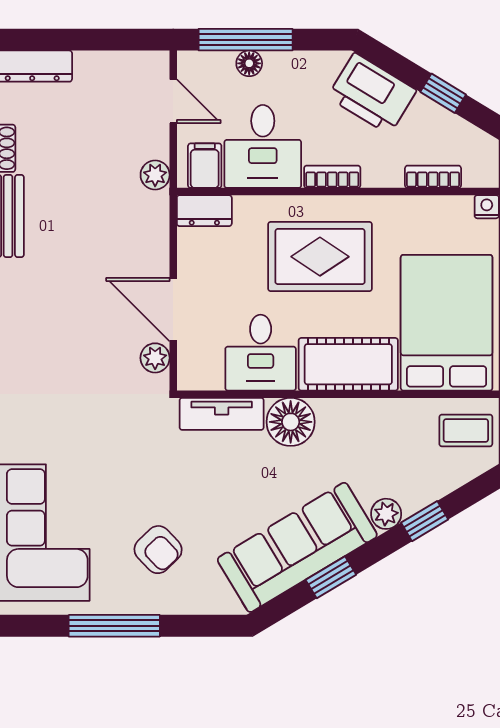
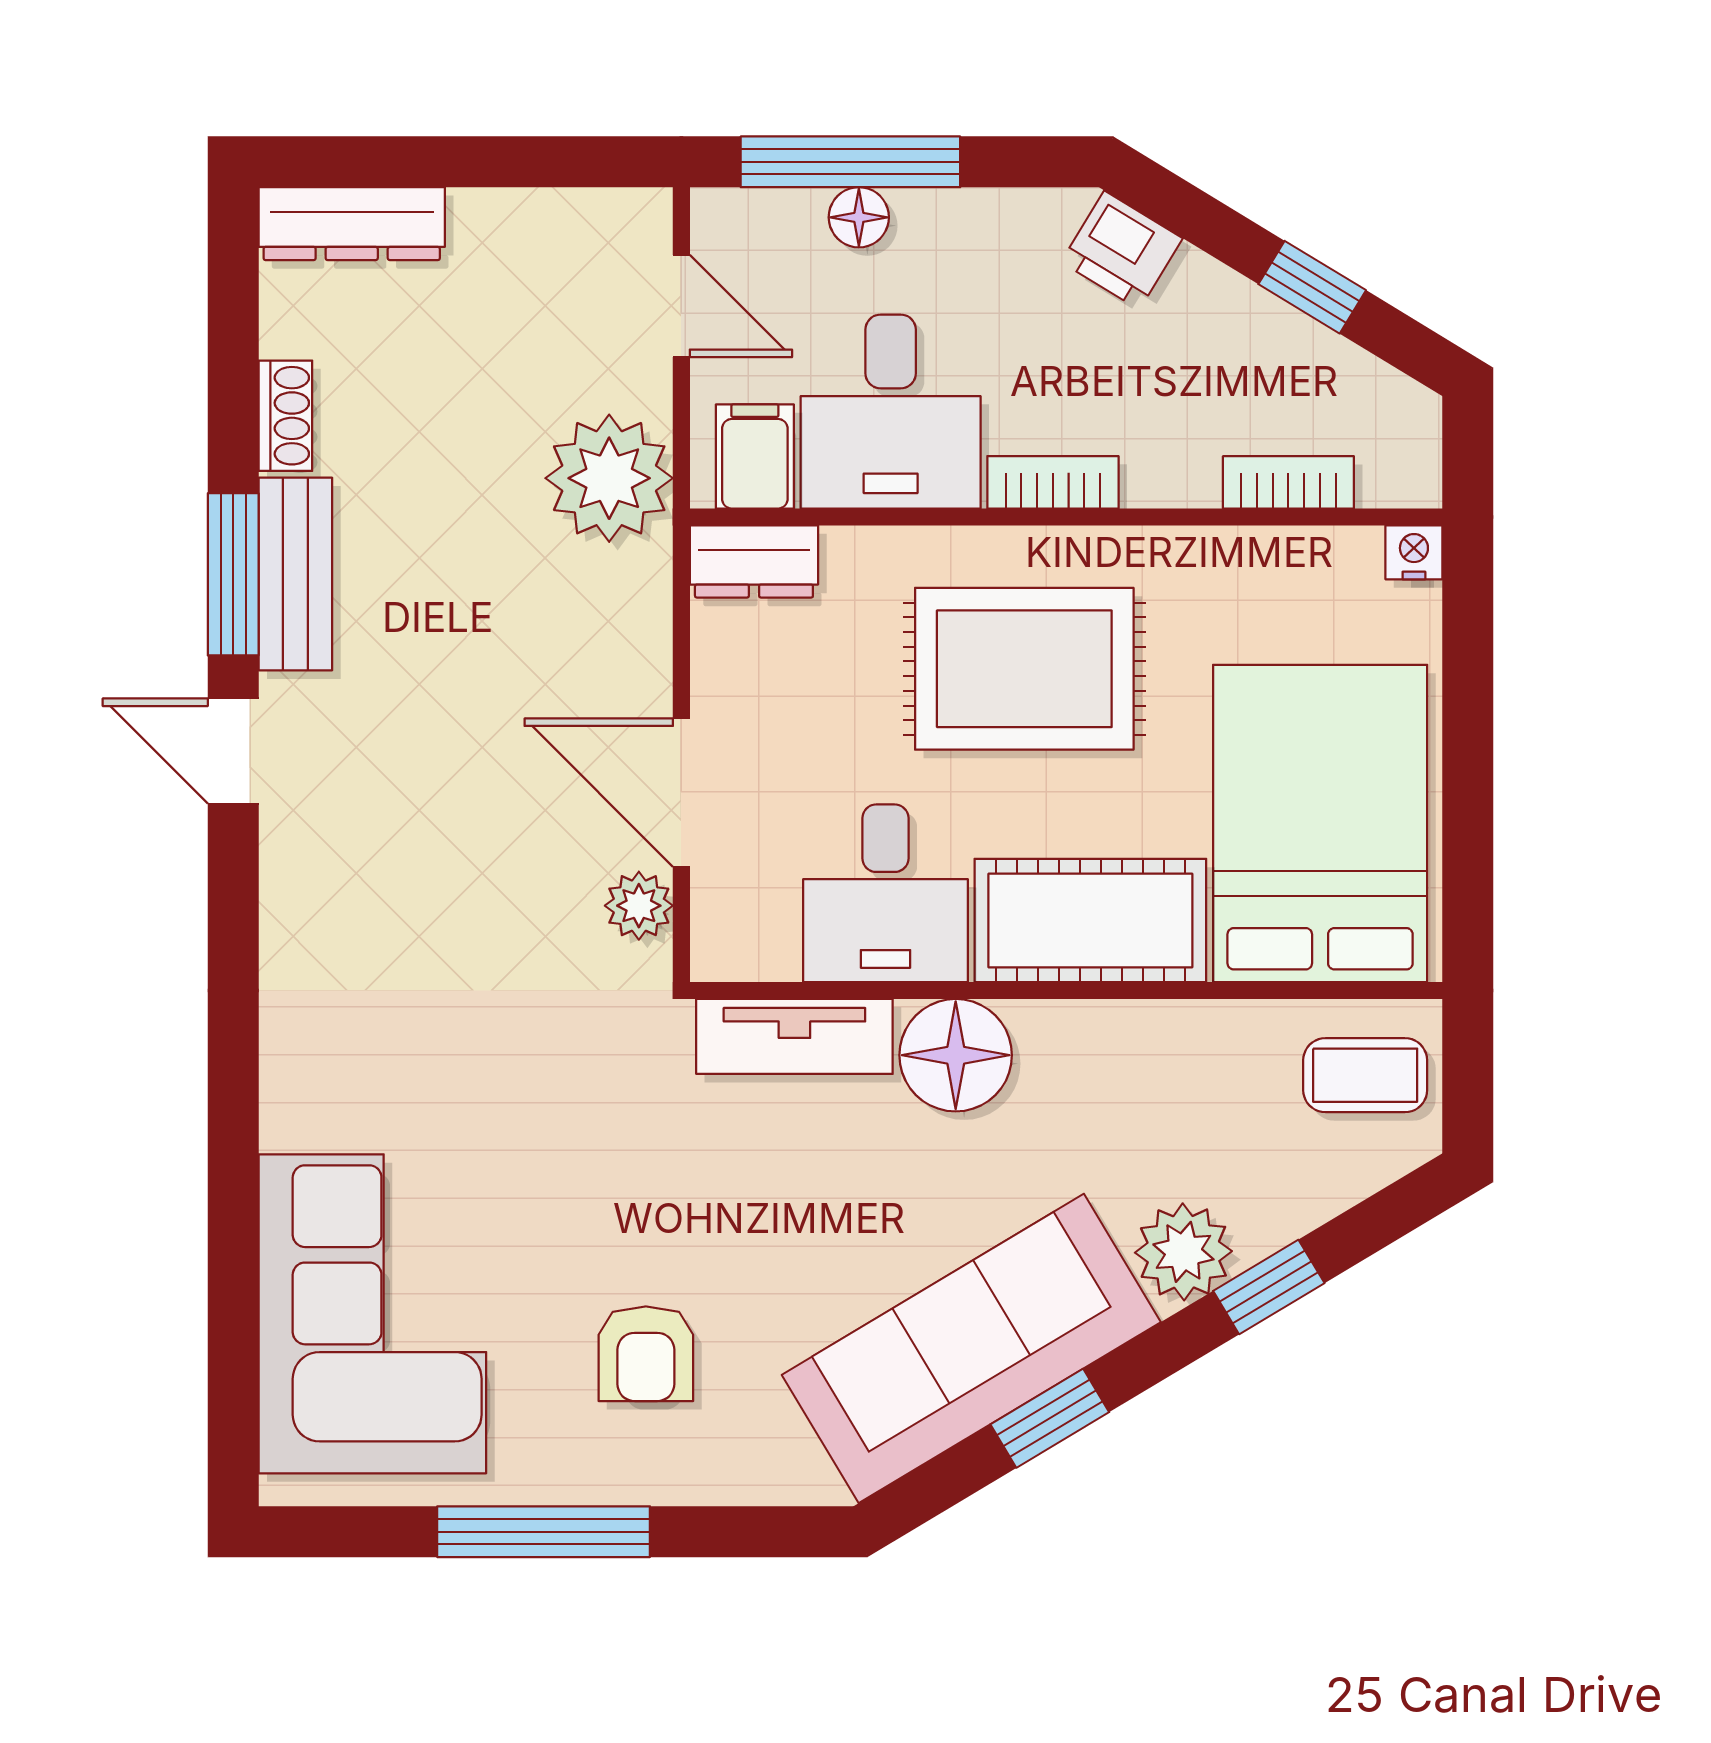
printer: (372, 94) -> (1122, 250), width x0.53, depth x0.68
plant: (155, 175) -> (609, 478), width x1.87, depth x1.87
plant: (386, 514) -> (1183, 1252), width x1.38, depth x1.38
armchair: (158, 550) -> (646, 1354), turned 44

